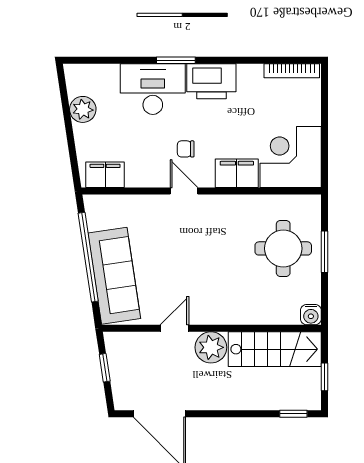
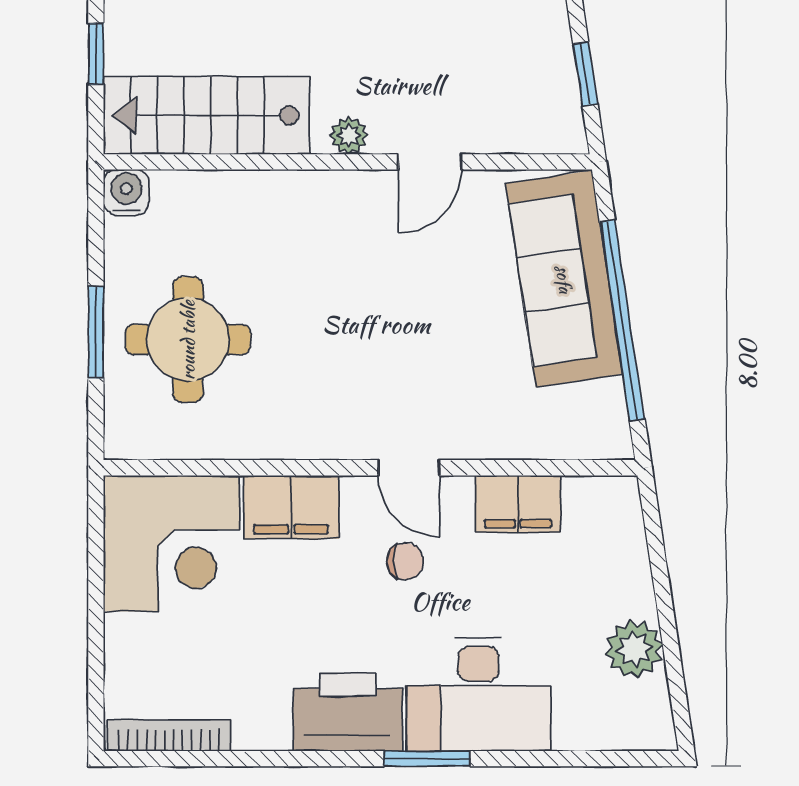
filing cabinet: (105, 175) -> (518, 504), moved
plant: (211, 347) -> (349, 136), width x0.53, depth x0.53

